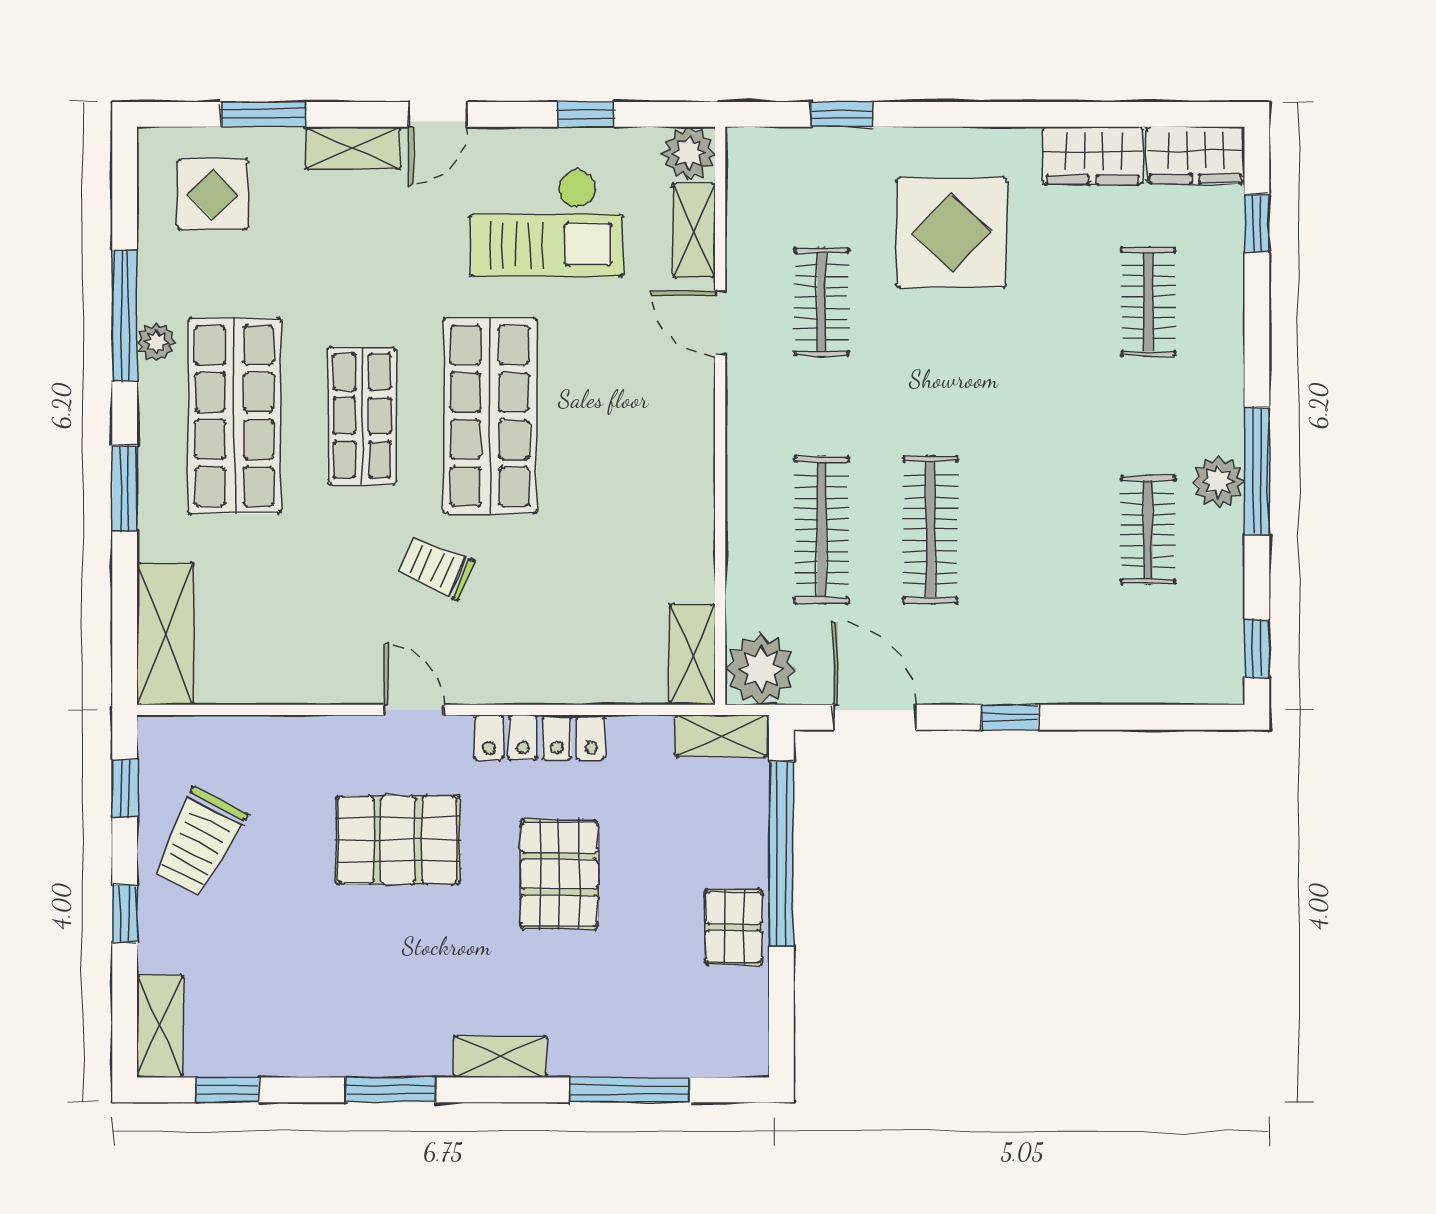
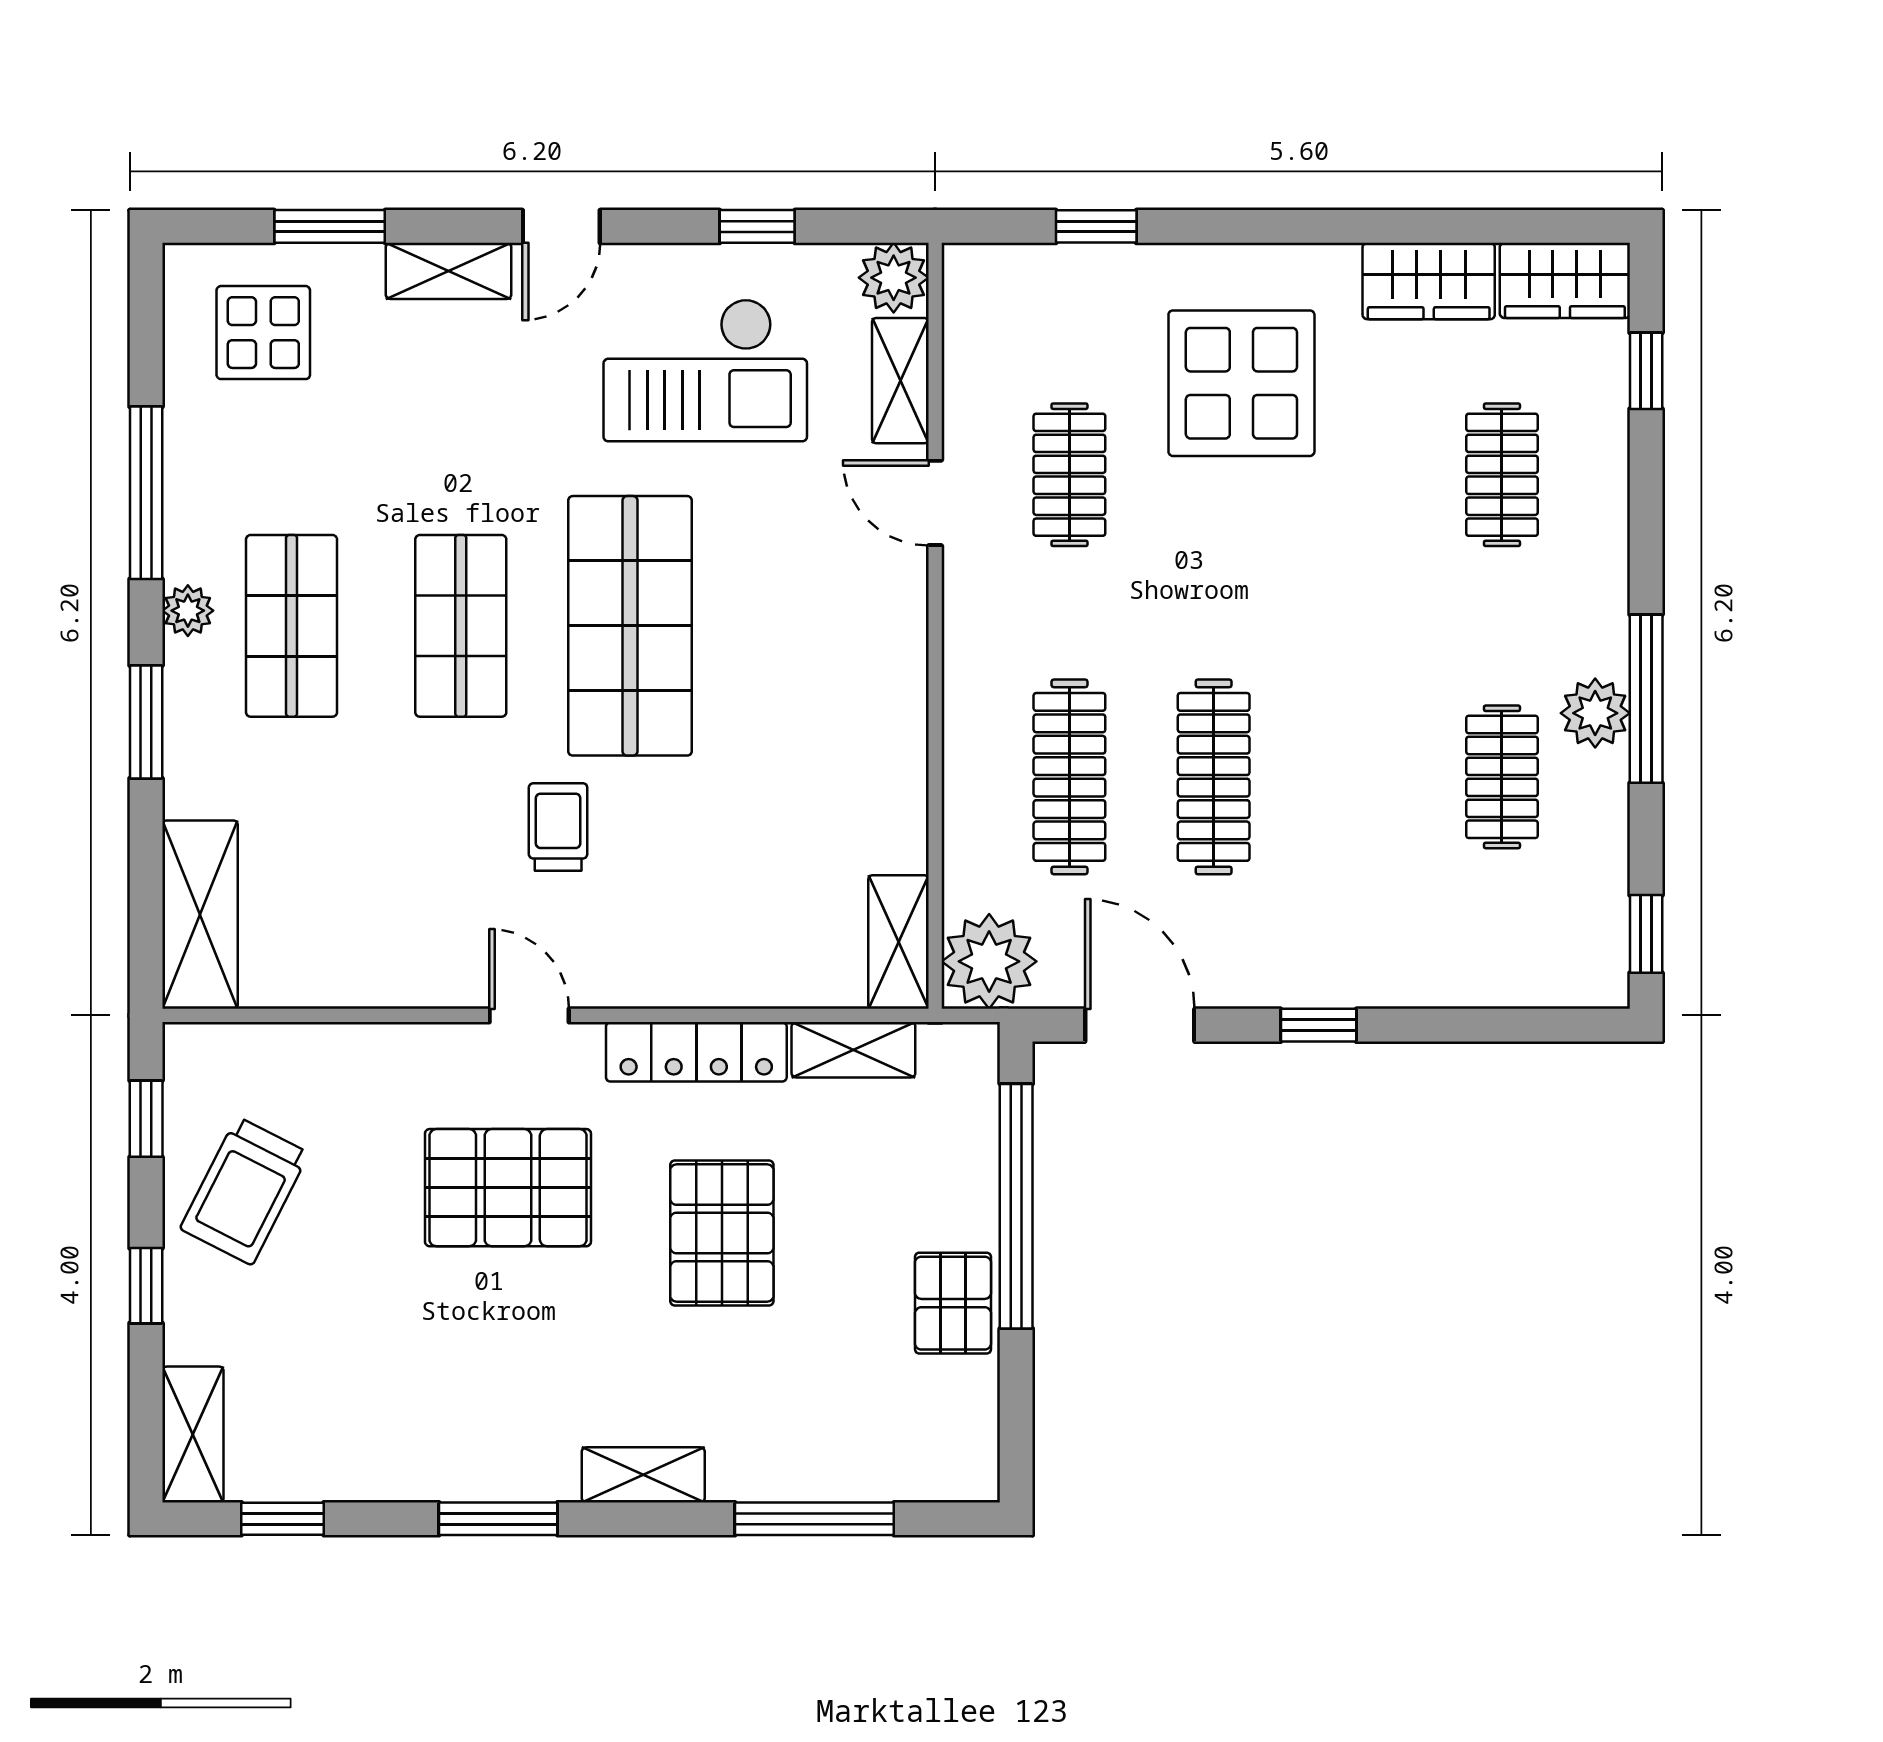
plant: (156, 342) -> (188, 611), moved
shop shelf: (234, 416) -> (292, 626), width x0.70, depth x0.74
trolley: (436, 568) -> (558, 827), turned 67
shelving: (721, 736) -> (853, 1050), moved

